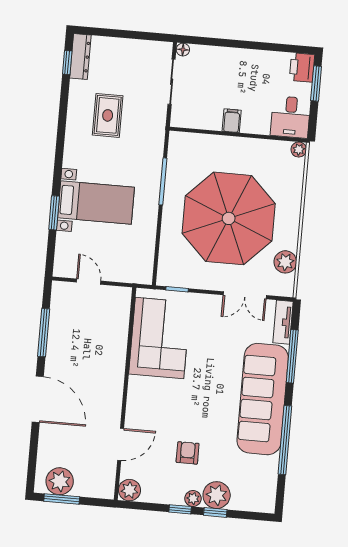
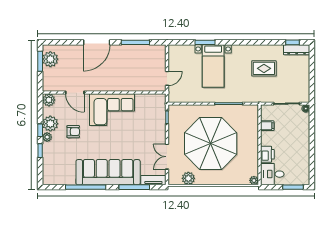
printer: (302, 67) -> (267, 154), moved, turned 90
filing cabinet: (232, 121) -> (267, 126), moved
door: (89, 282) -> (167, 78), moved
corner sofa: (159, 338) -> (112, 110), moved
plant: (217, 495) -> (50, 124), moved

